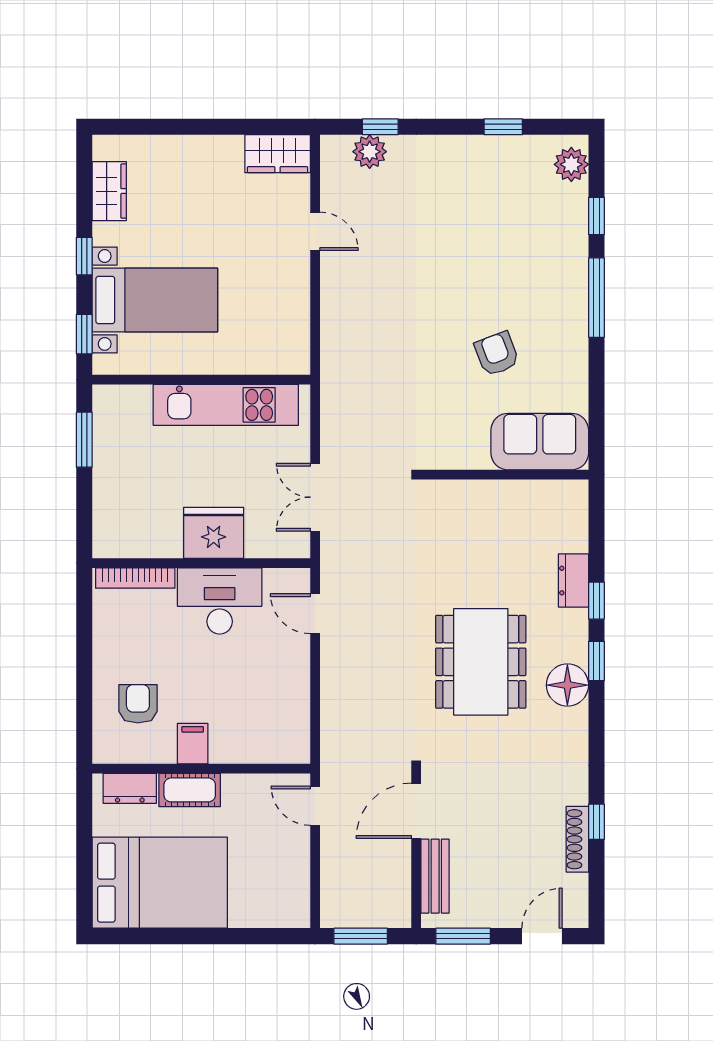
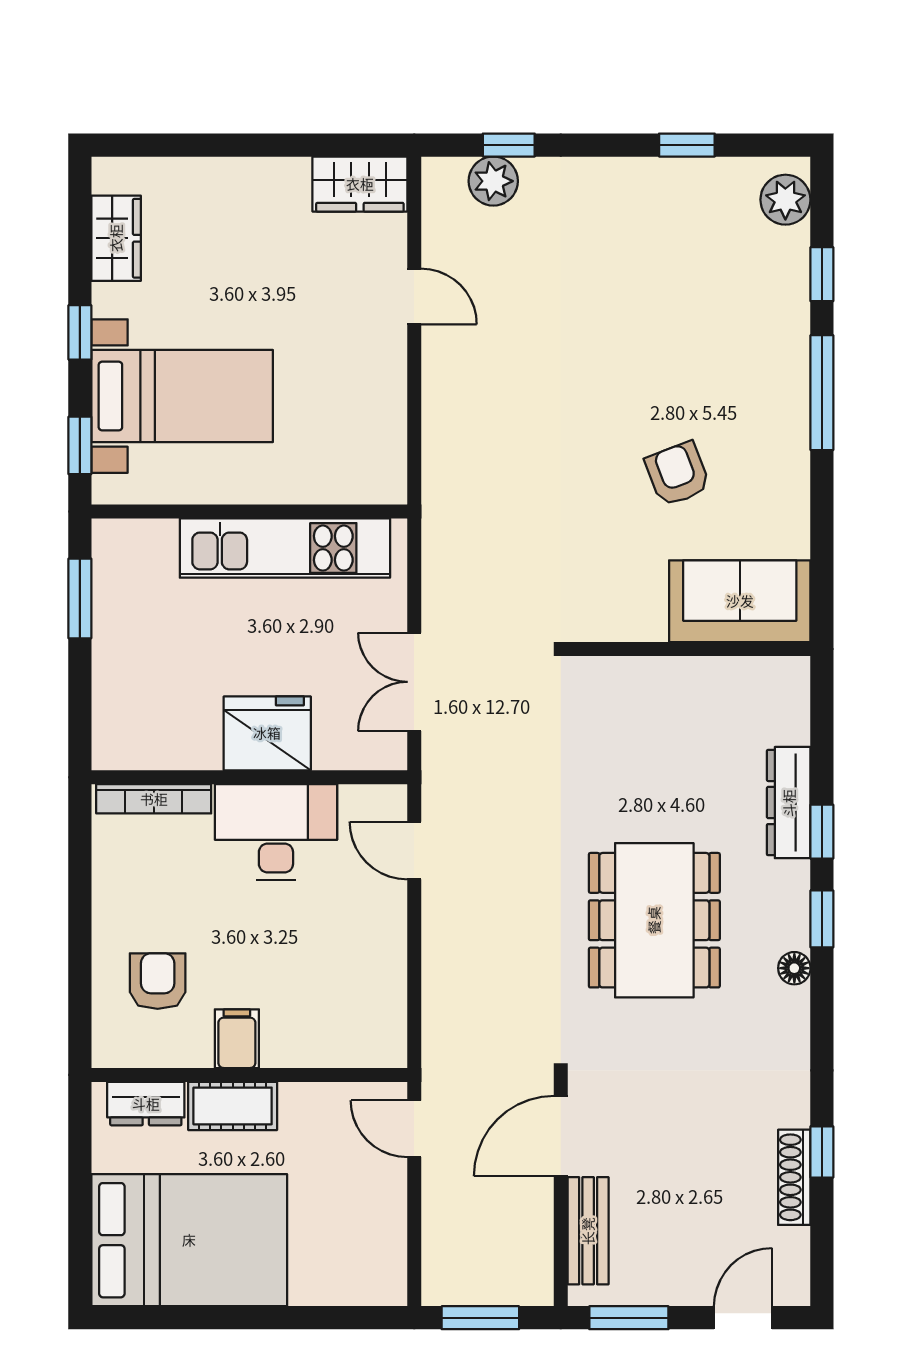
dresser: (574, 581) -> (789, 803), width x1.44
floor lamp: (567, 685) -> (794, 968), width x0.53, depth x0.53

